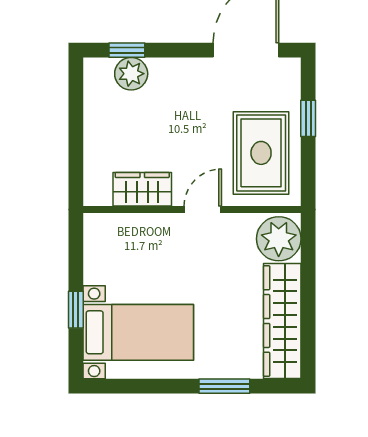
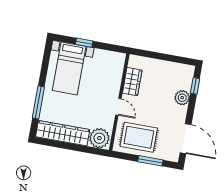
plant: (131, 74) -> (182, 98), moved
window: (308, 118) -> (150, 161), width x1.50
window: (224, 386) -> (38, 102), width x1.44

